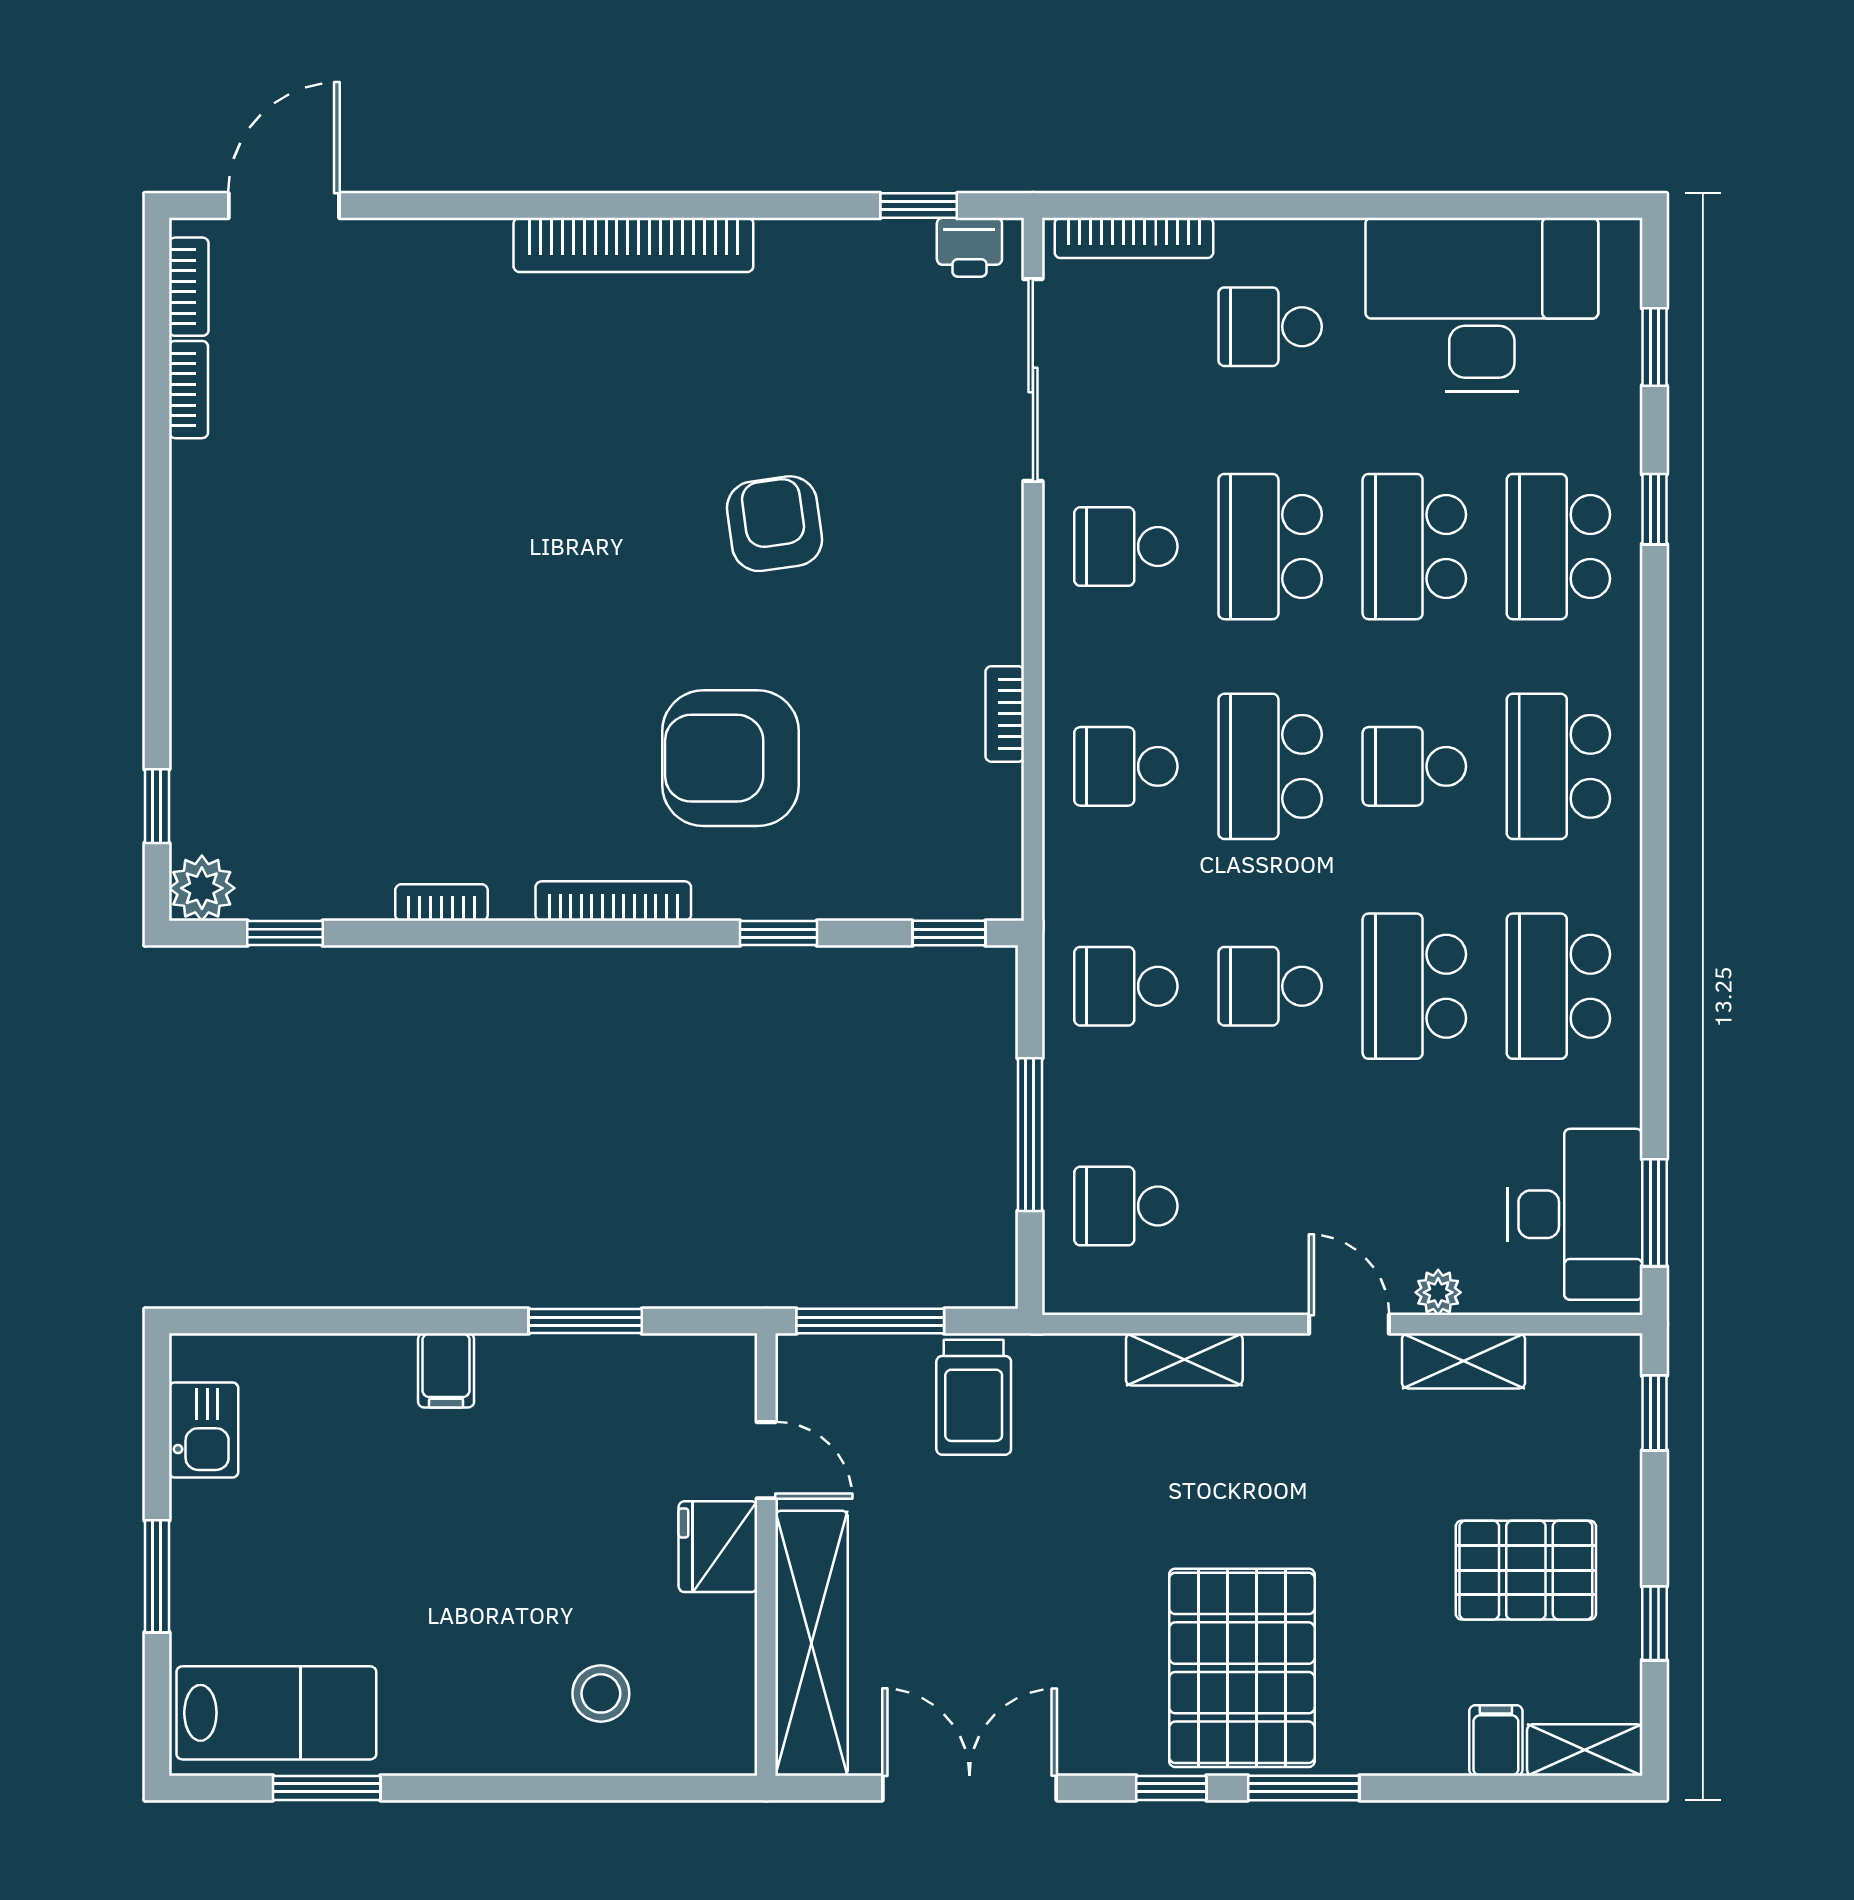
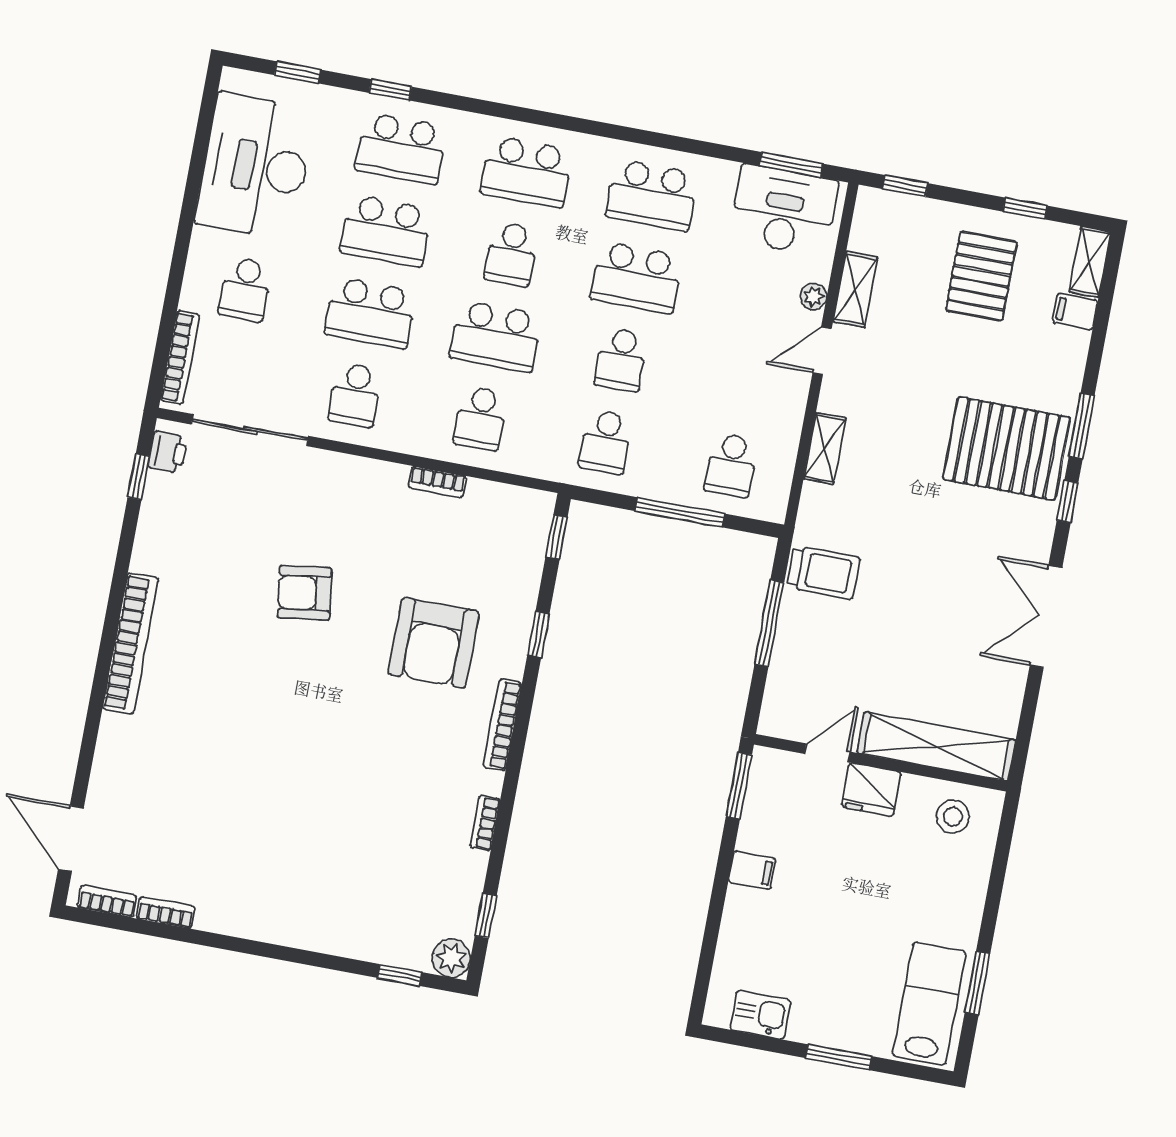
door: (766, 1460) -> (827, 753), moved
fridge: (718, 1547) -> (871, 789), moved
wall: (766, 1555) -> (881, 763), moved
shelving: (811, 1643) -> (936, 746), moved

